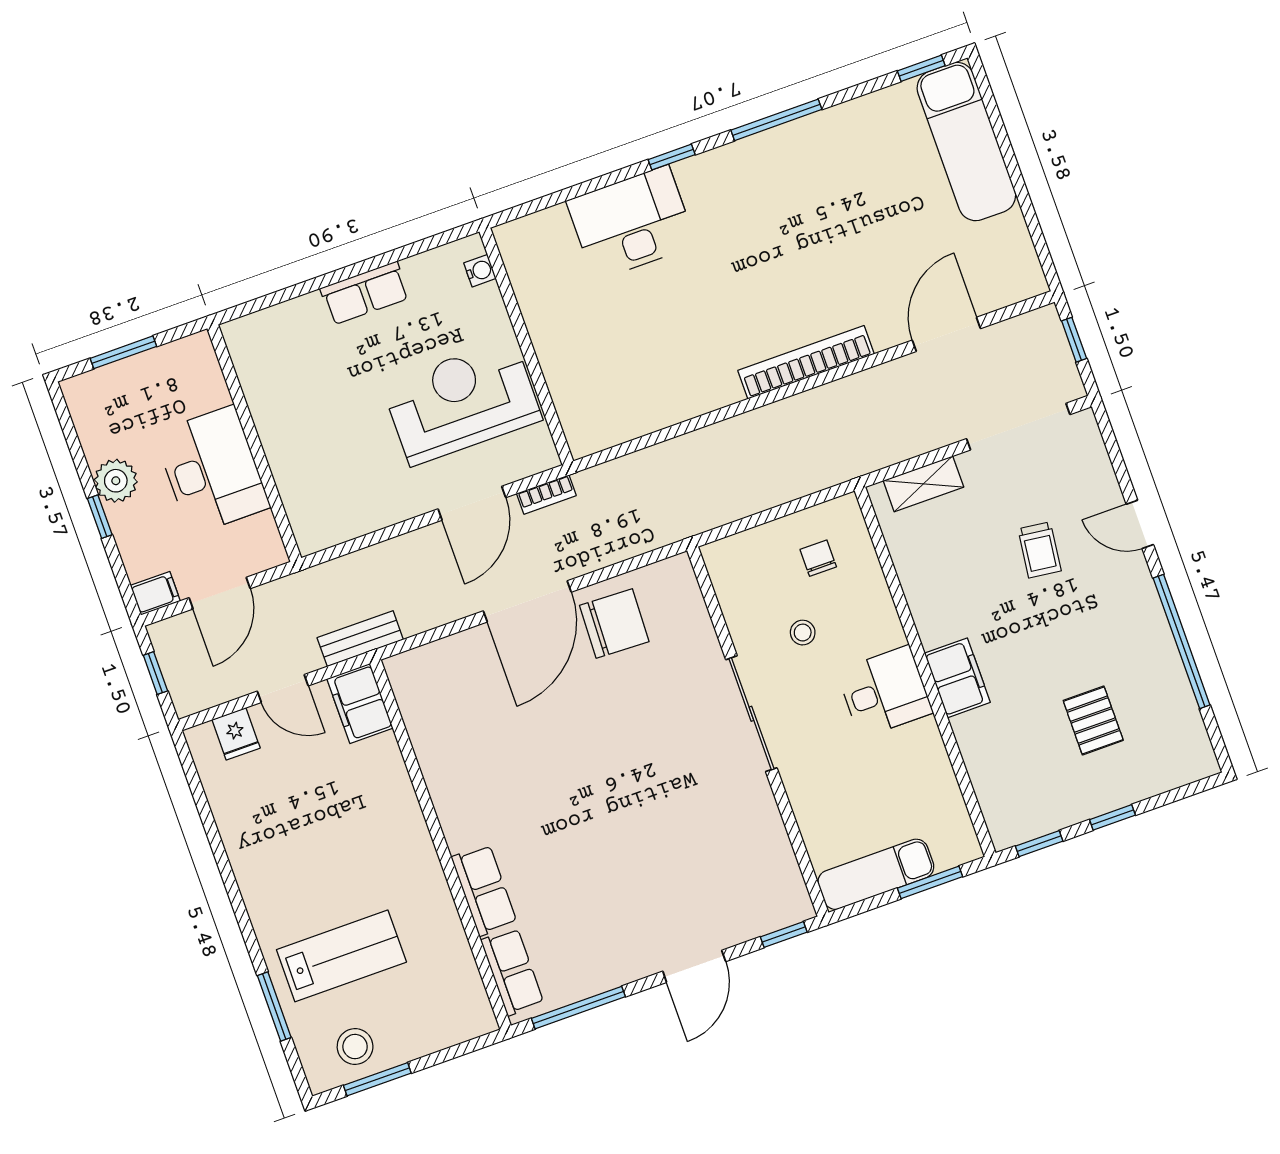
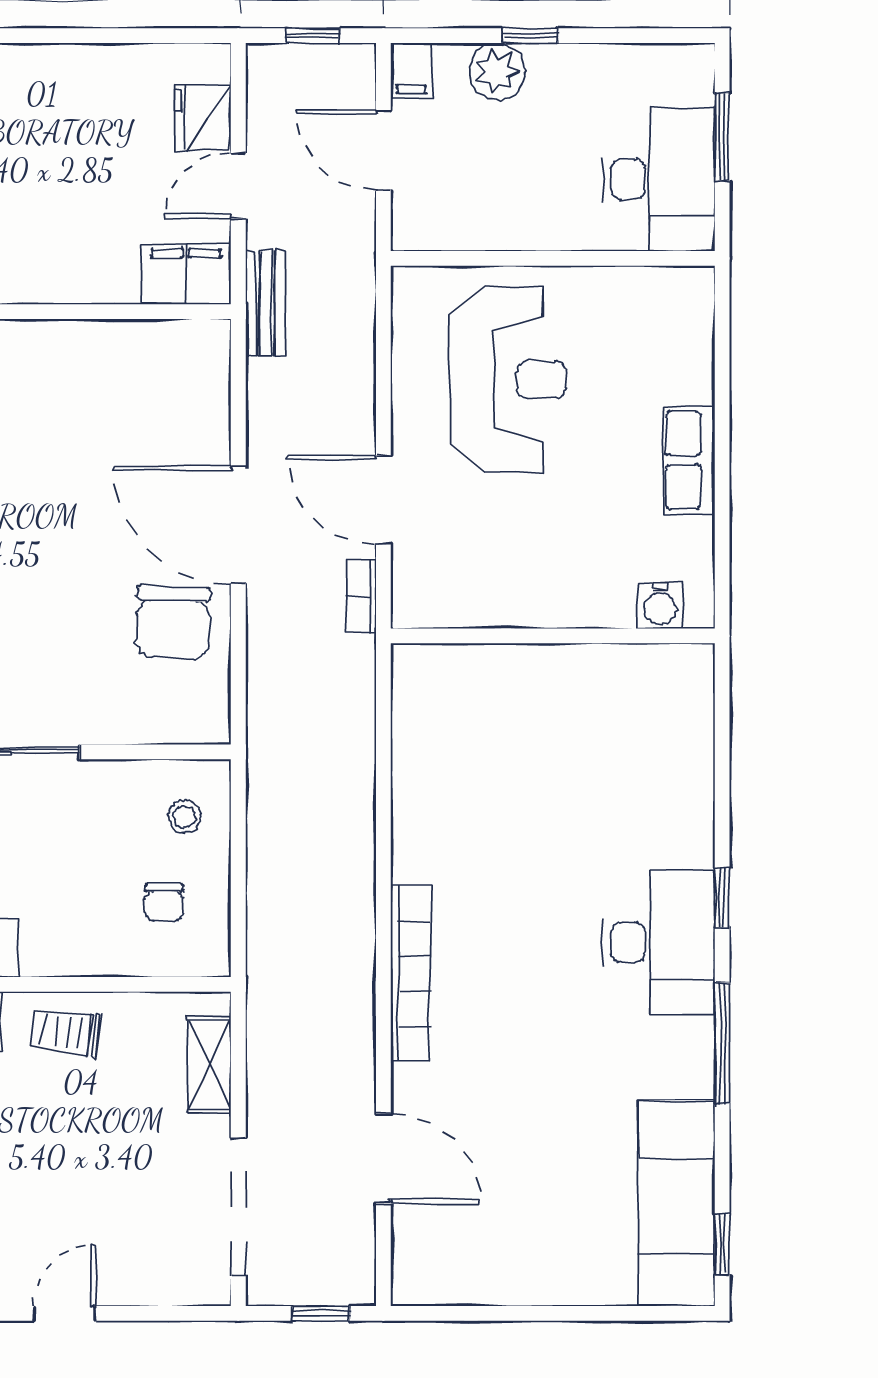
exam couch: (966, 142) -> (677, 1203), moved, turned -90
desk: (631, 223) -> (659, 943), moved
water cooler: (480, 271) -> (660, 605), width x1.38, depth x1.38
reception desk: (462, 402) -> (508, 379), moved
desk: (212, 470) -> (658, 179), moved, turned -90
plant: (116, 481) -> (497, 71), moved
trolley: (1040, 550) -> (66, 1033), moved
chair: (818, 558) -> (164, 902), turned 90
stool: (803, 633) -> (184, 817), moved
fridge: (236, 734) -> (203, 117), width x1.38

